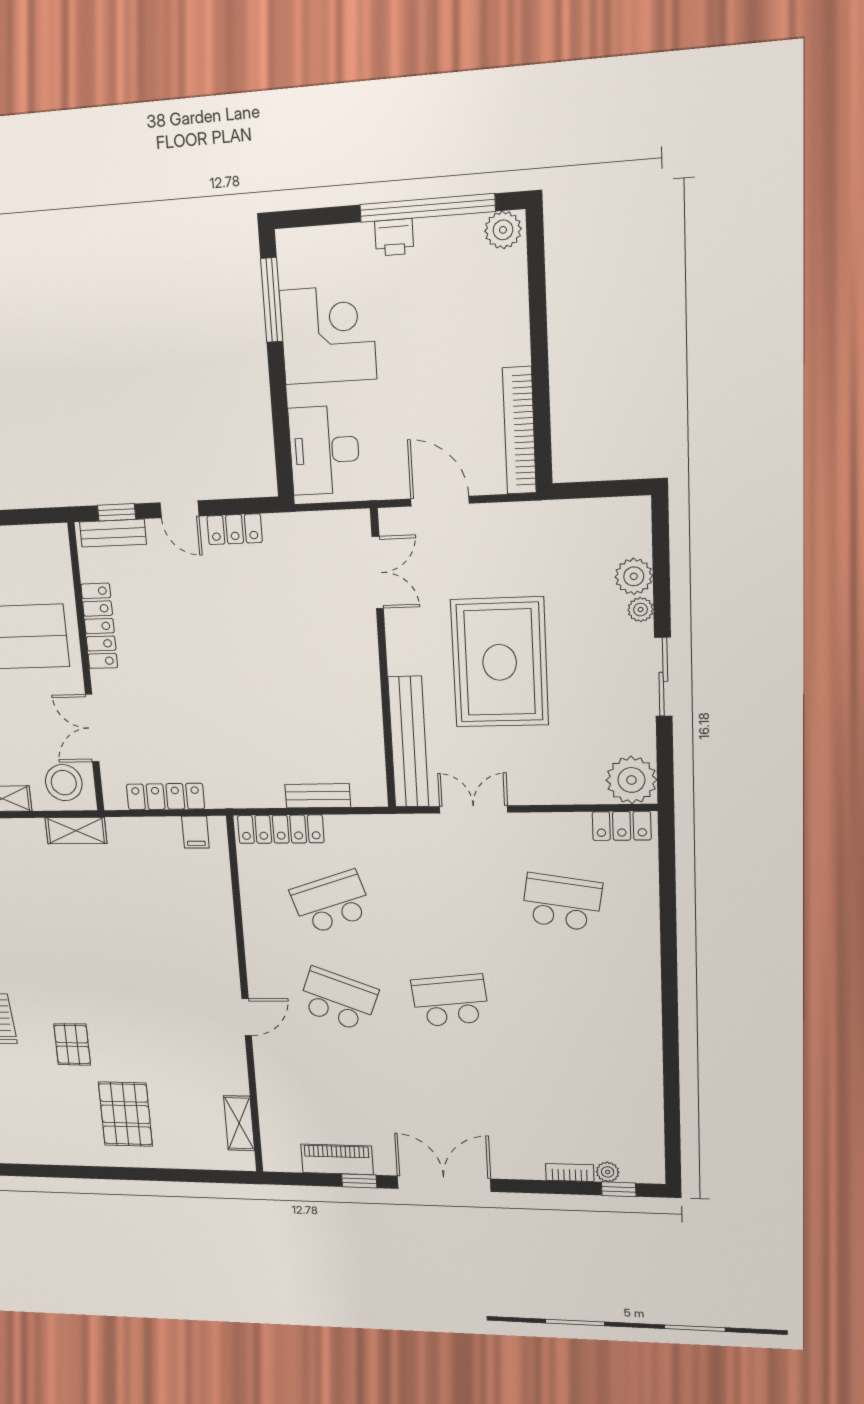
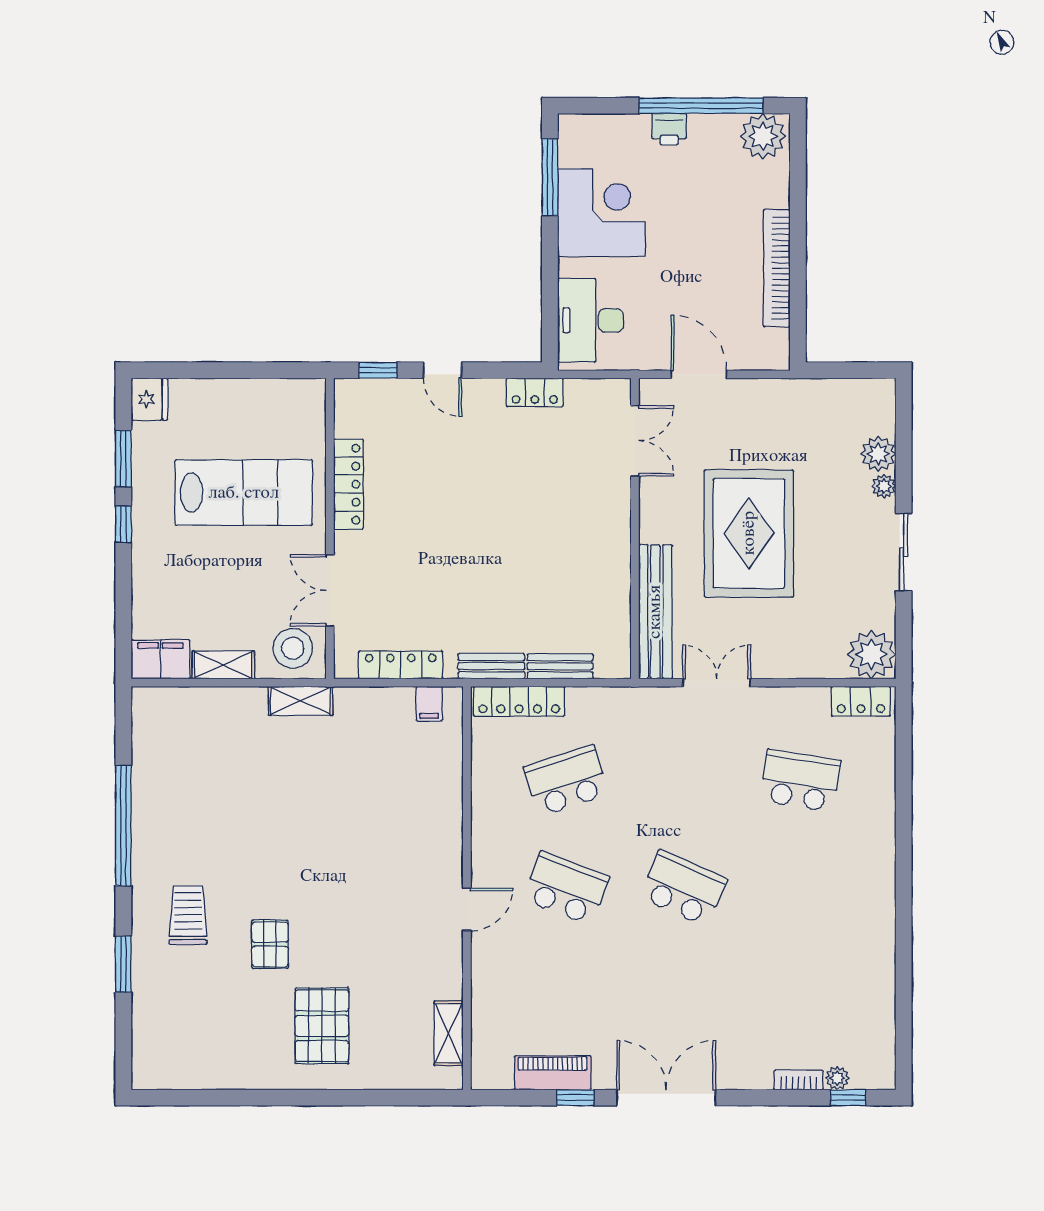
plant: (503, 230) -> (763, 136), width x1.36, depth x1.36
bookcase: (519, 431) -> (777, 268), moved
locker: (235, 529) -> (535, 392), moved
bench: (113, 533) -> (491, 666), moved
school desk: (450, 1001) -> (683, 888), turned 30

